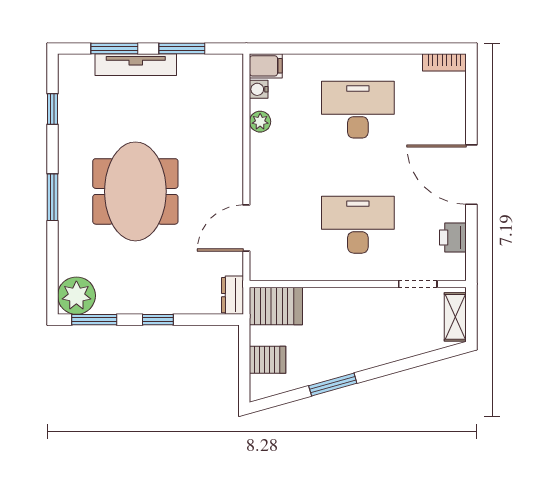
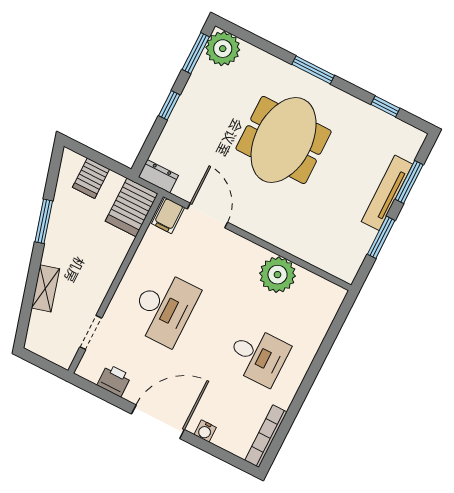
bookcase: (444, 62) -> (266, 436), width x1.56
filing cabinet: (266, 66) -> (168, 215), moved
water cooler: (259, 89) -> (205, 431), moved, turned 180
desk: (358, 110) -> (258, 356), width x0.73
plant: (260, 122) -> (278, 275), width x1.88, depth x1.88
meeting table: (135, 191) -> (284, 140), turned 90
shelving: (455, 317) -> (45, 288), moved, turned 74

